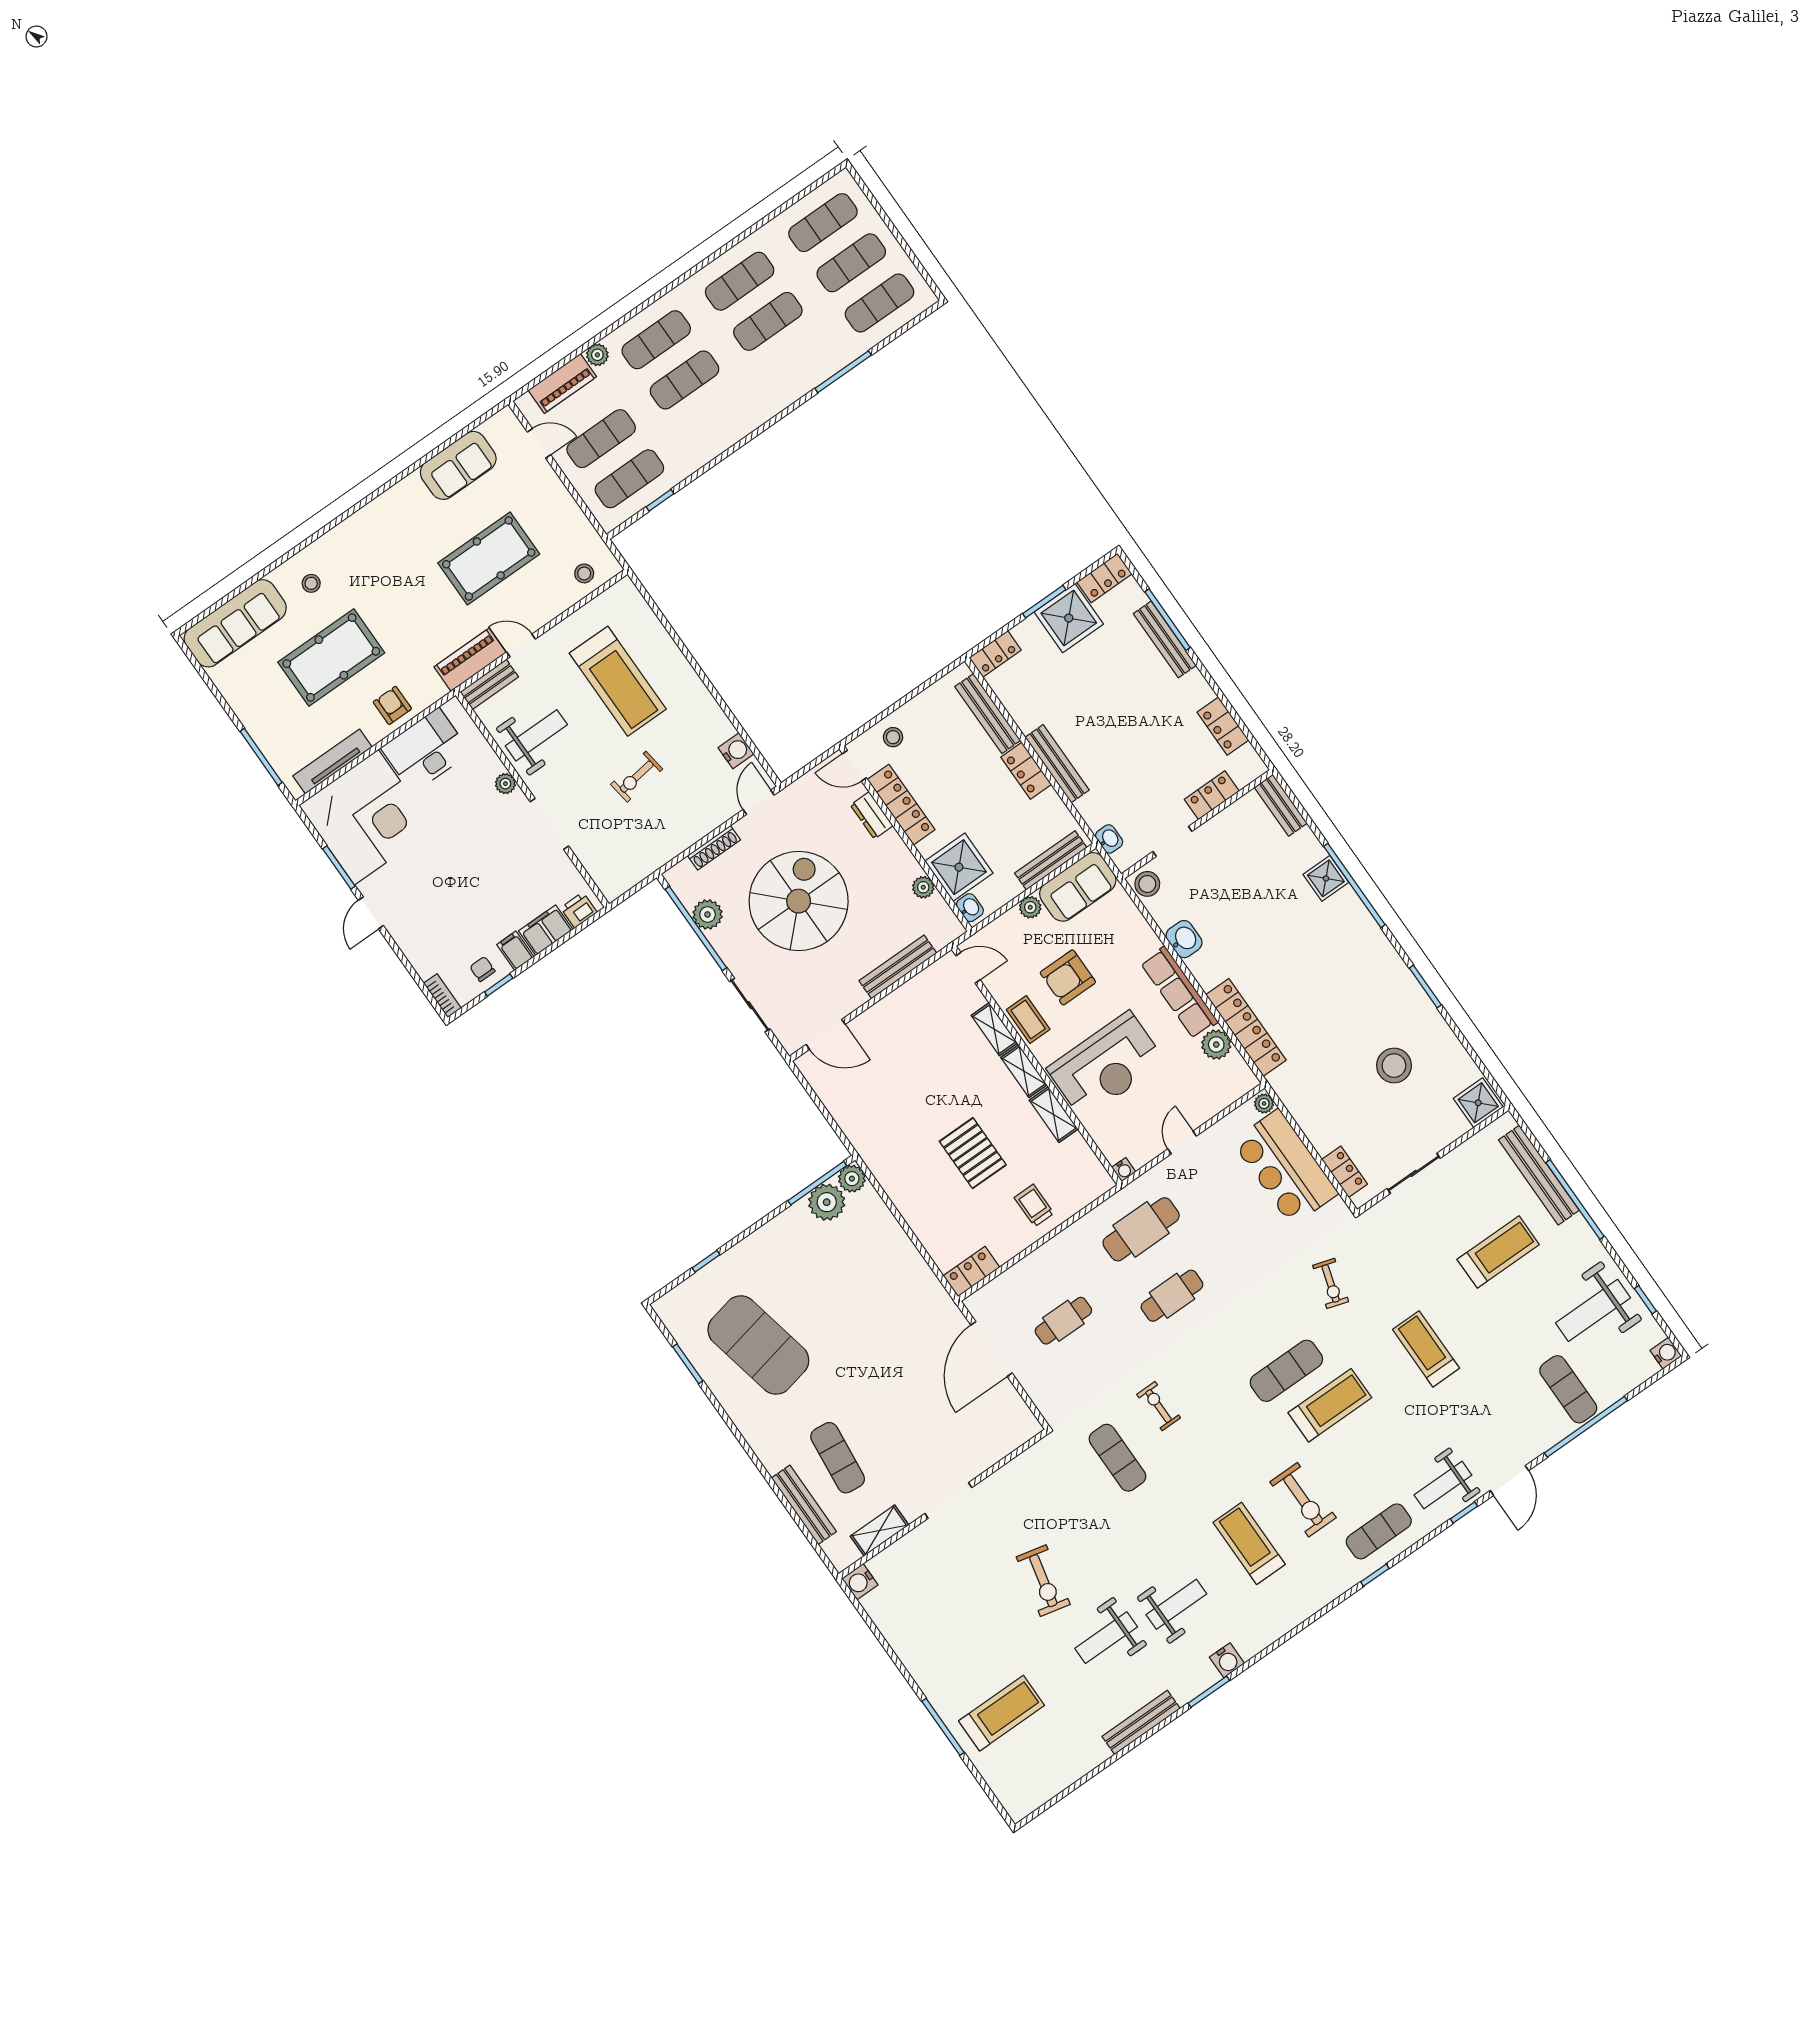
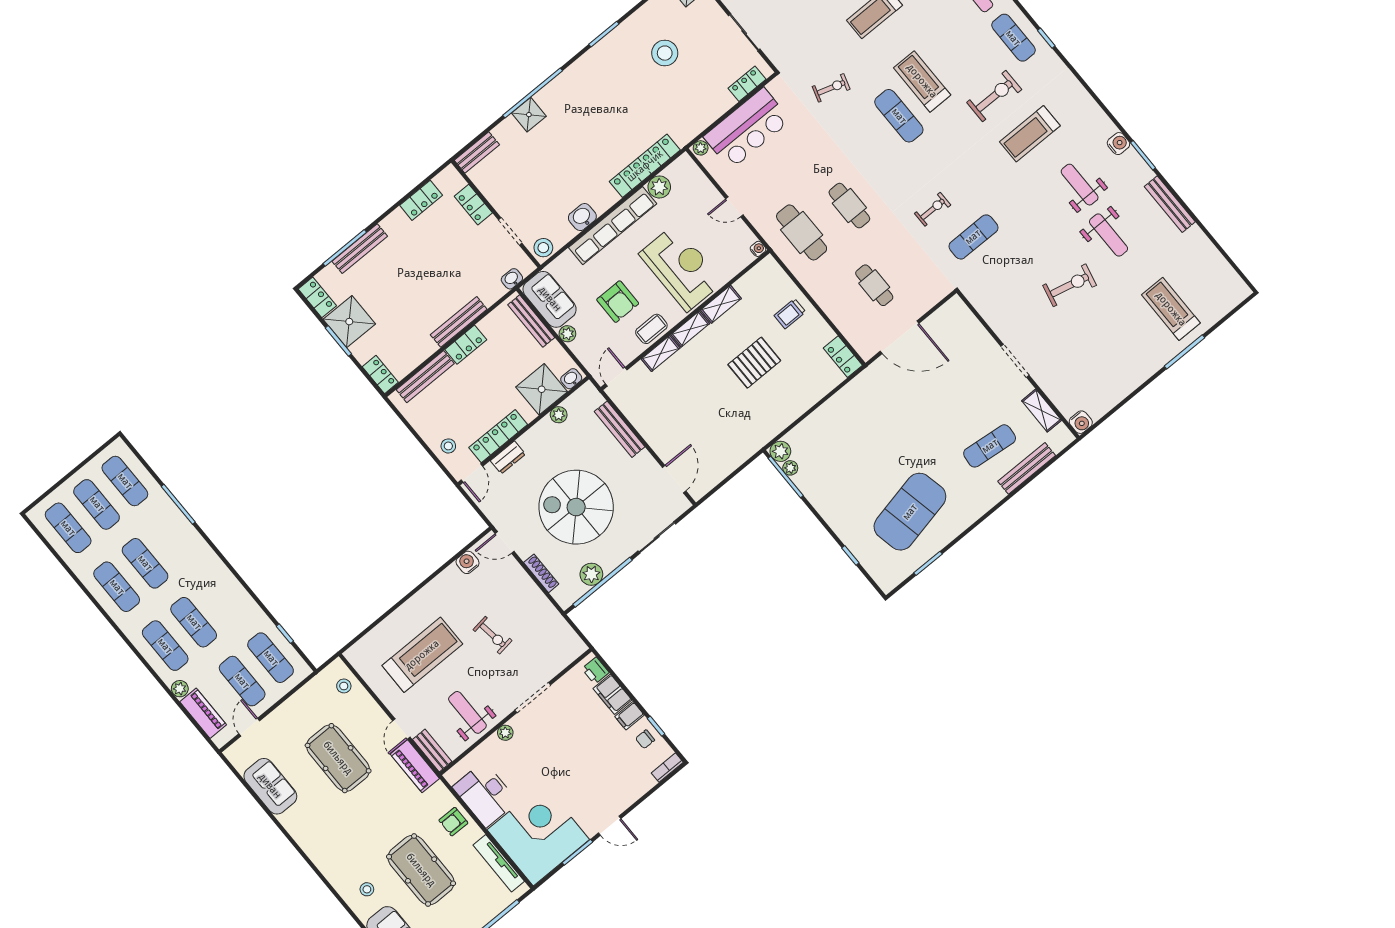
row of seats: (1179, 992) -> (613, 226), width x1.36
plant: (827, 1202) -> (790, 468), width x0.53, depth x0.53
exercise bike: (1159, 1406) -> (933, 209), turned 180

